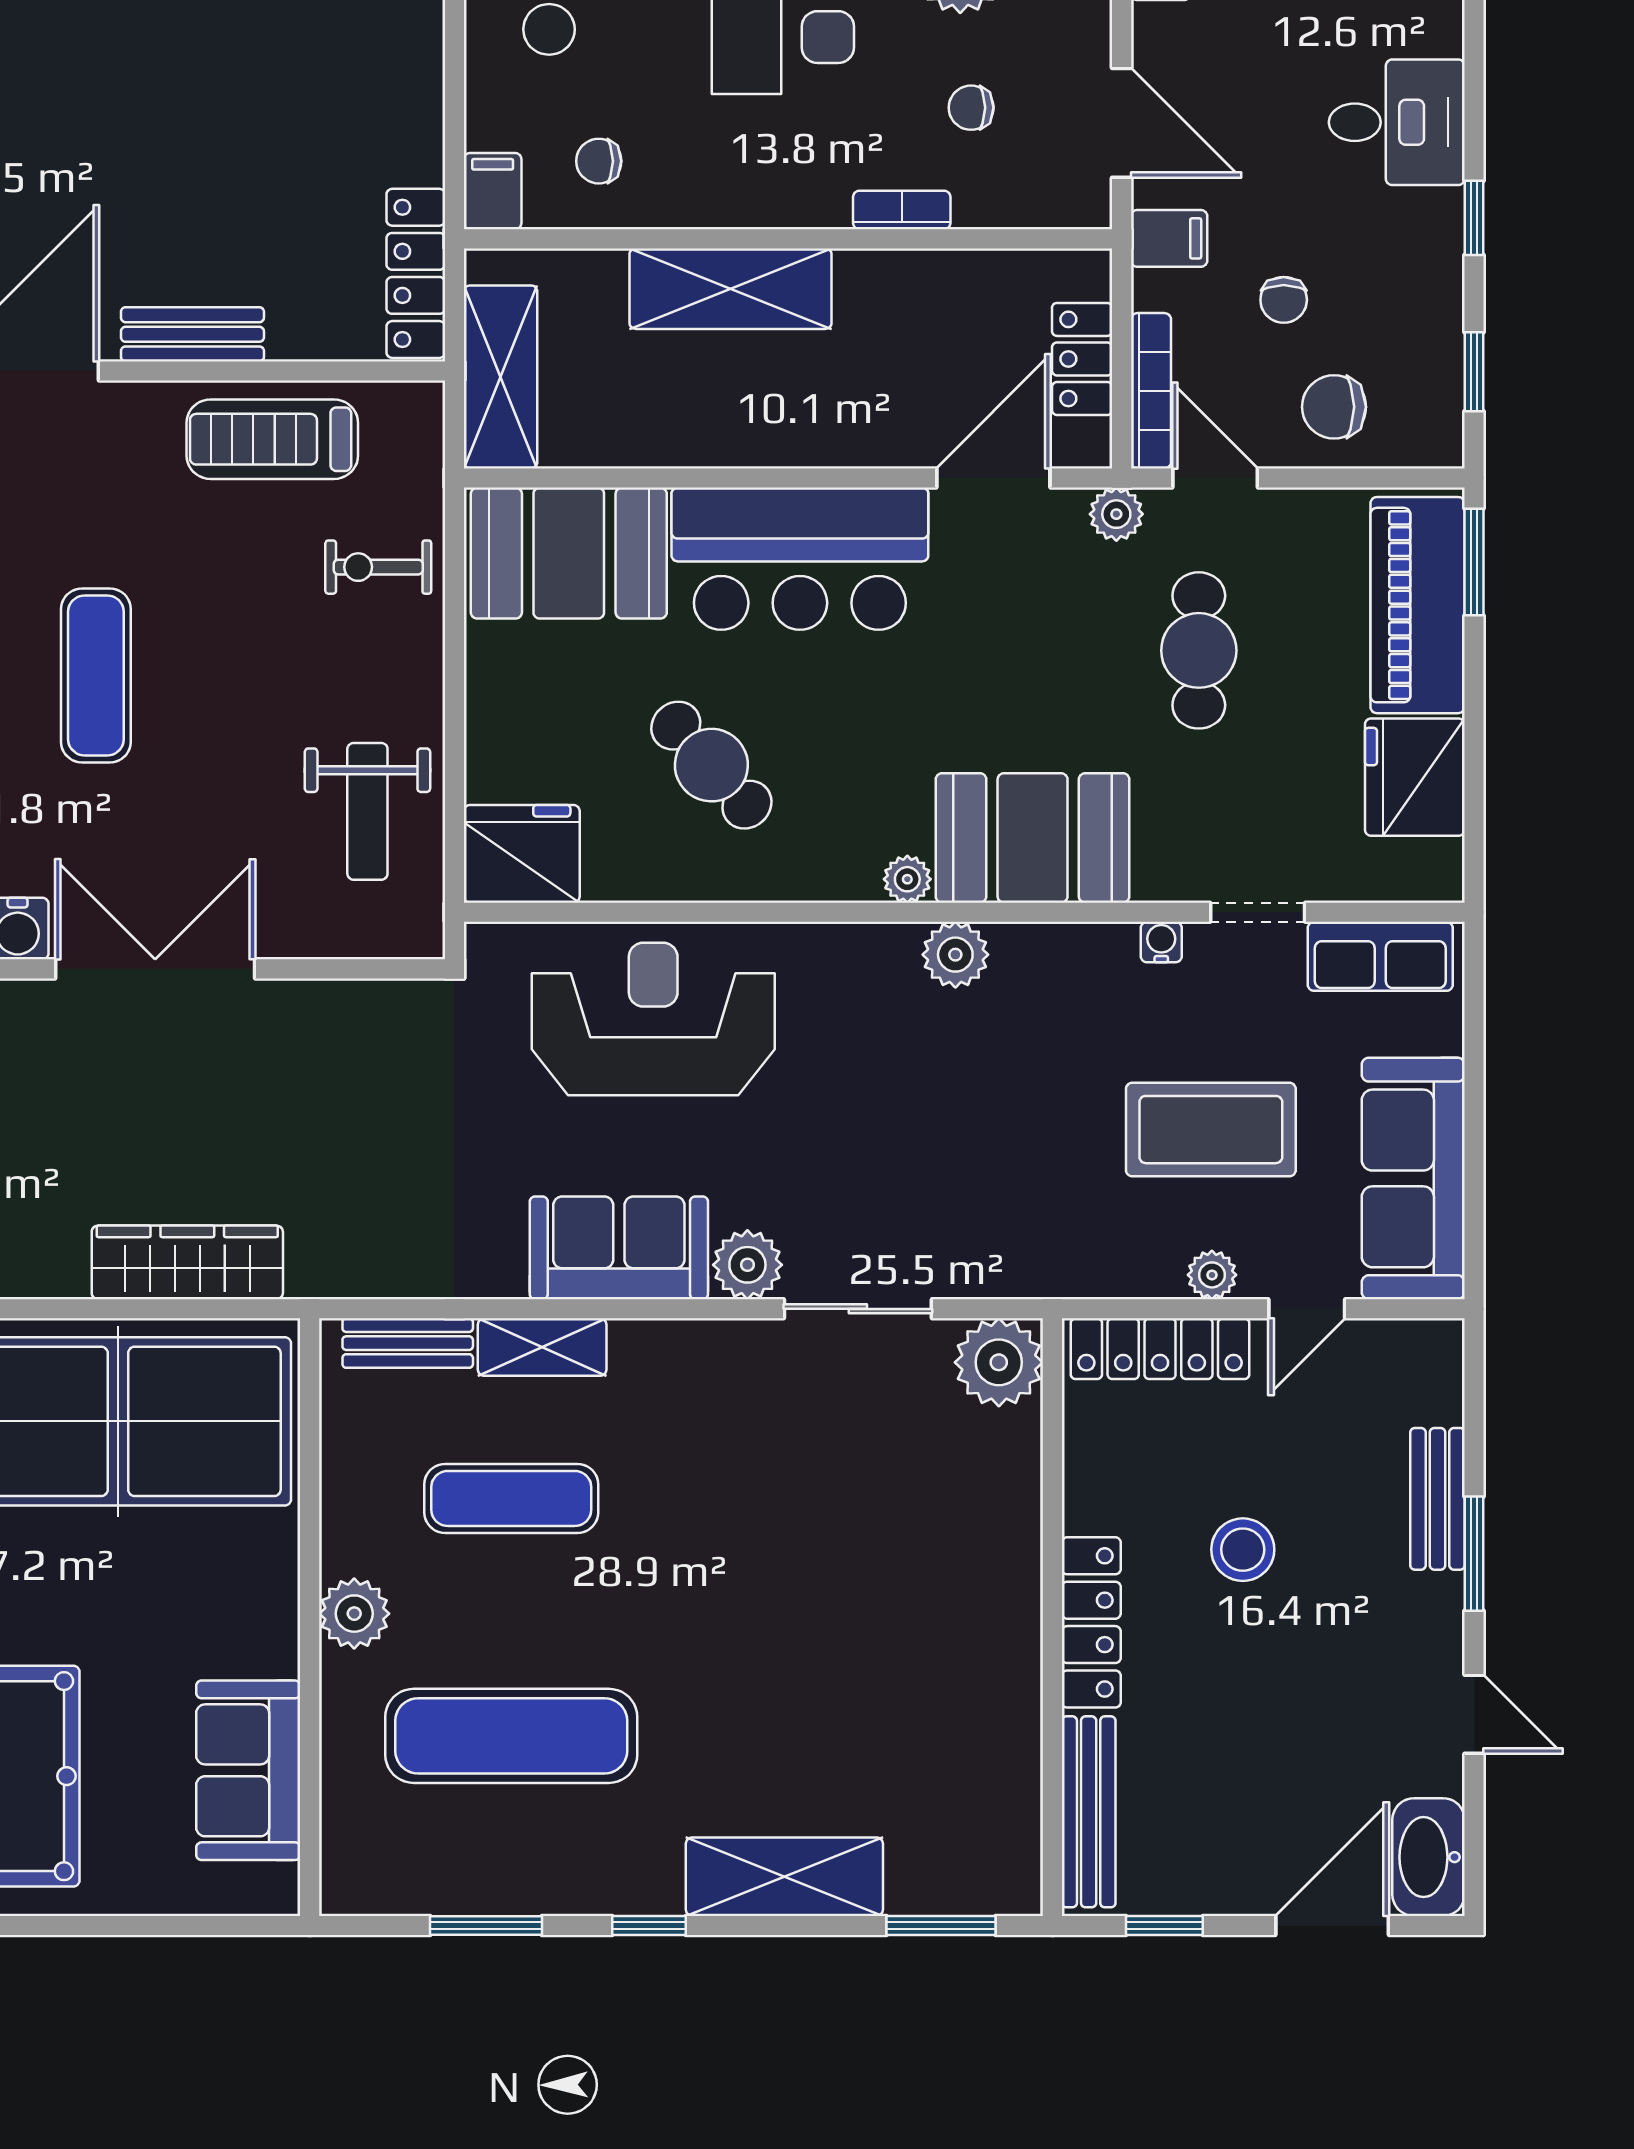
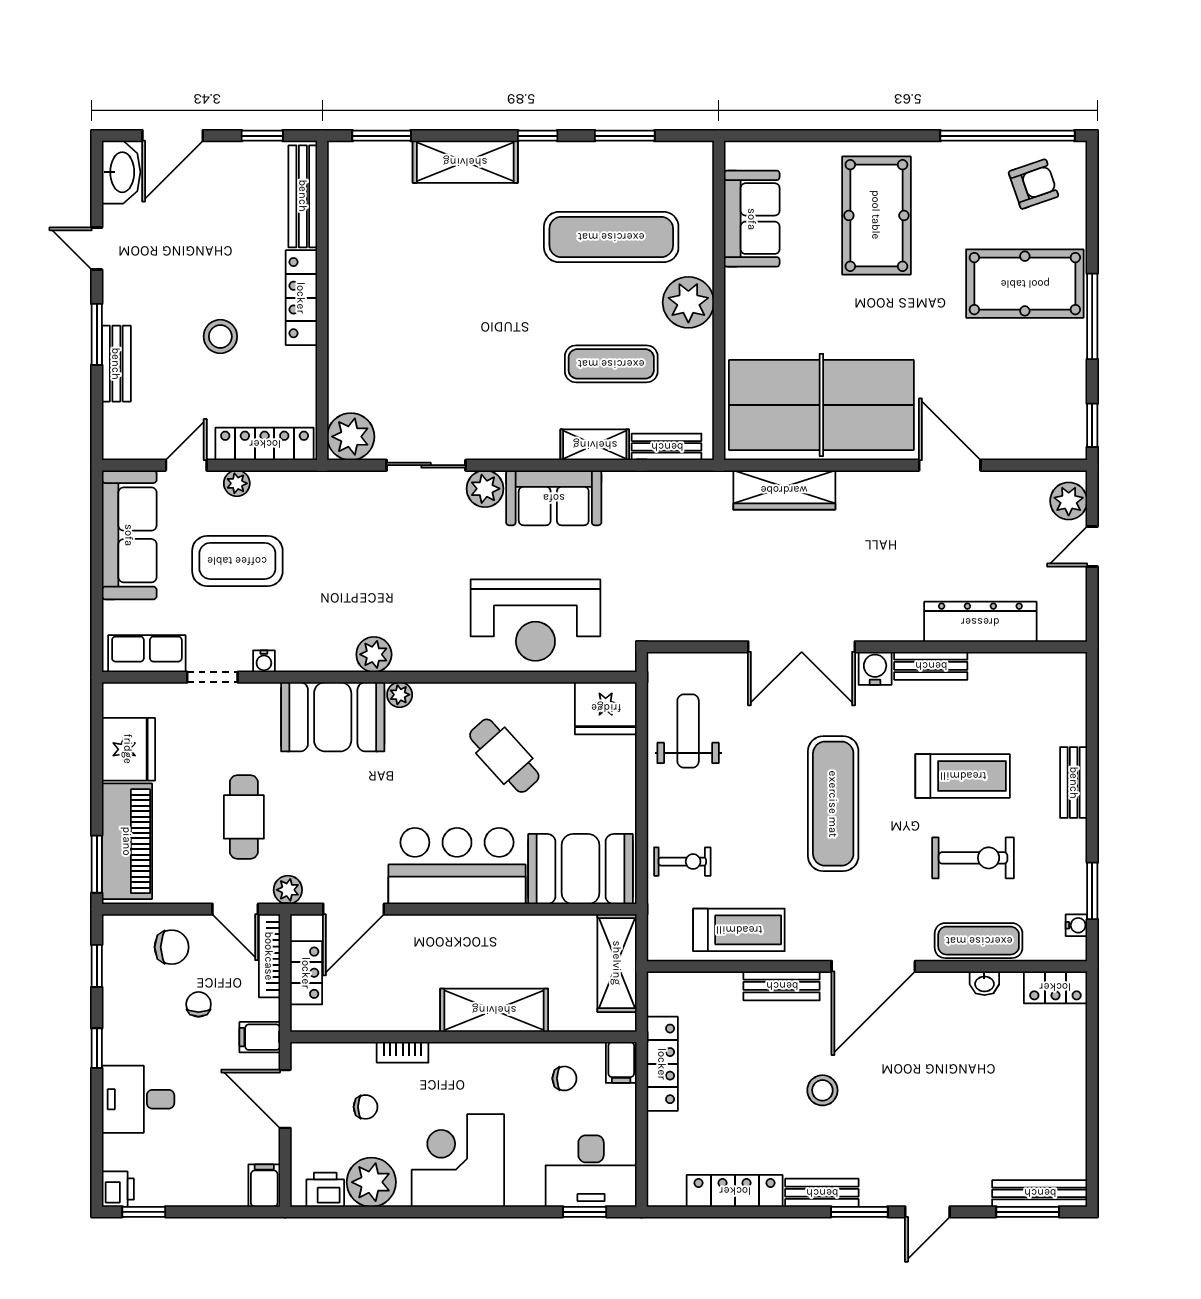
stool: (116, 139) -> (822, 1090), added
locker: (416, 273) -> (662, 1064), moved
exercise mat: (96, 675) -> (833, 804), width x1.36, depth x1.45
plant: (354, 1614) -> (688, 302), width x1.36, depth x1.36

